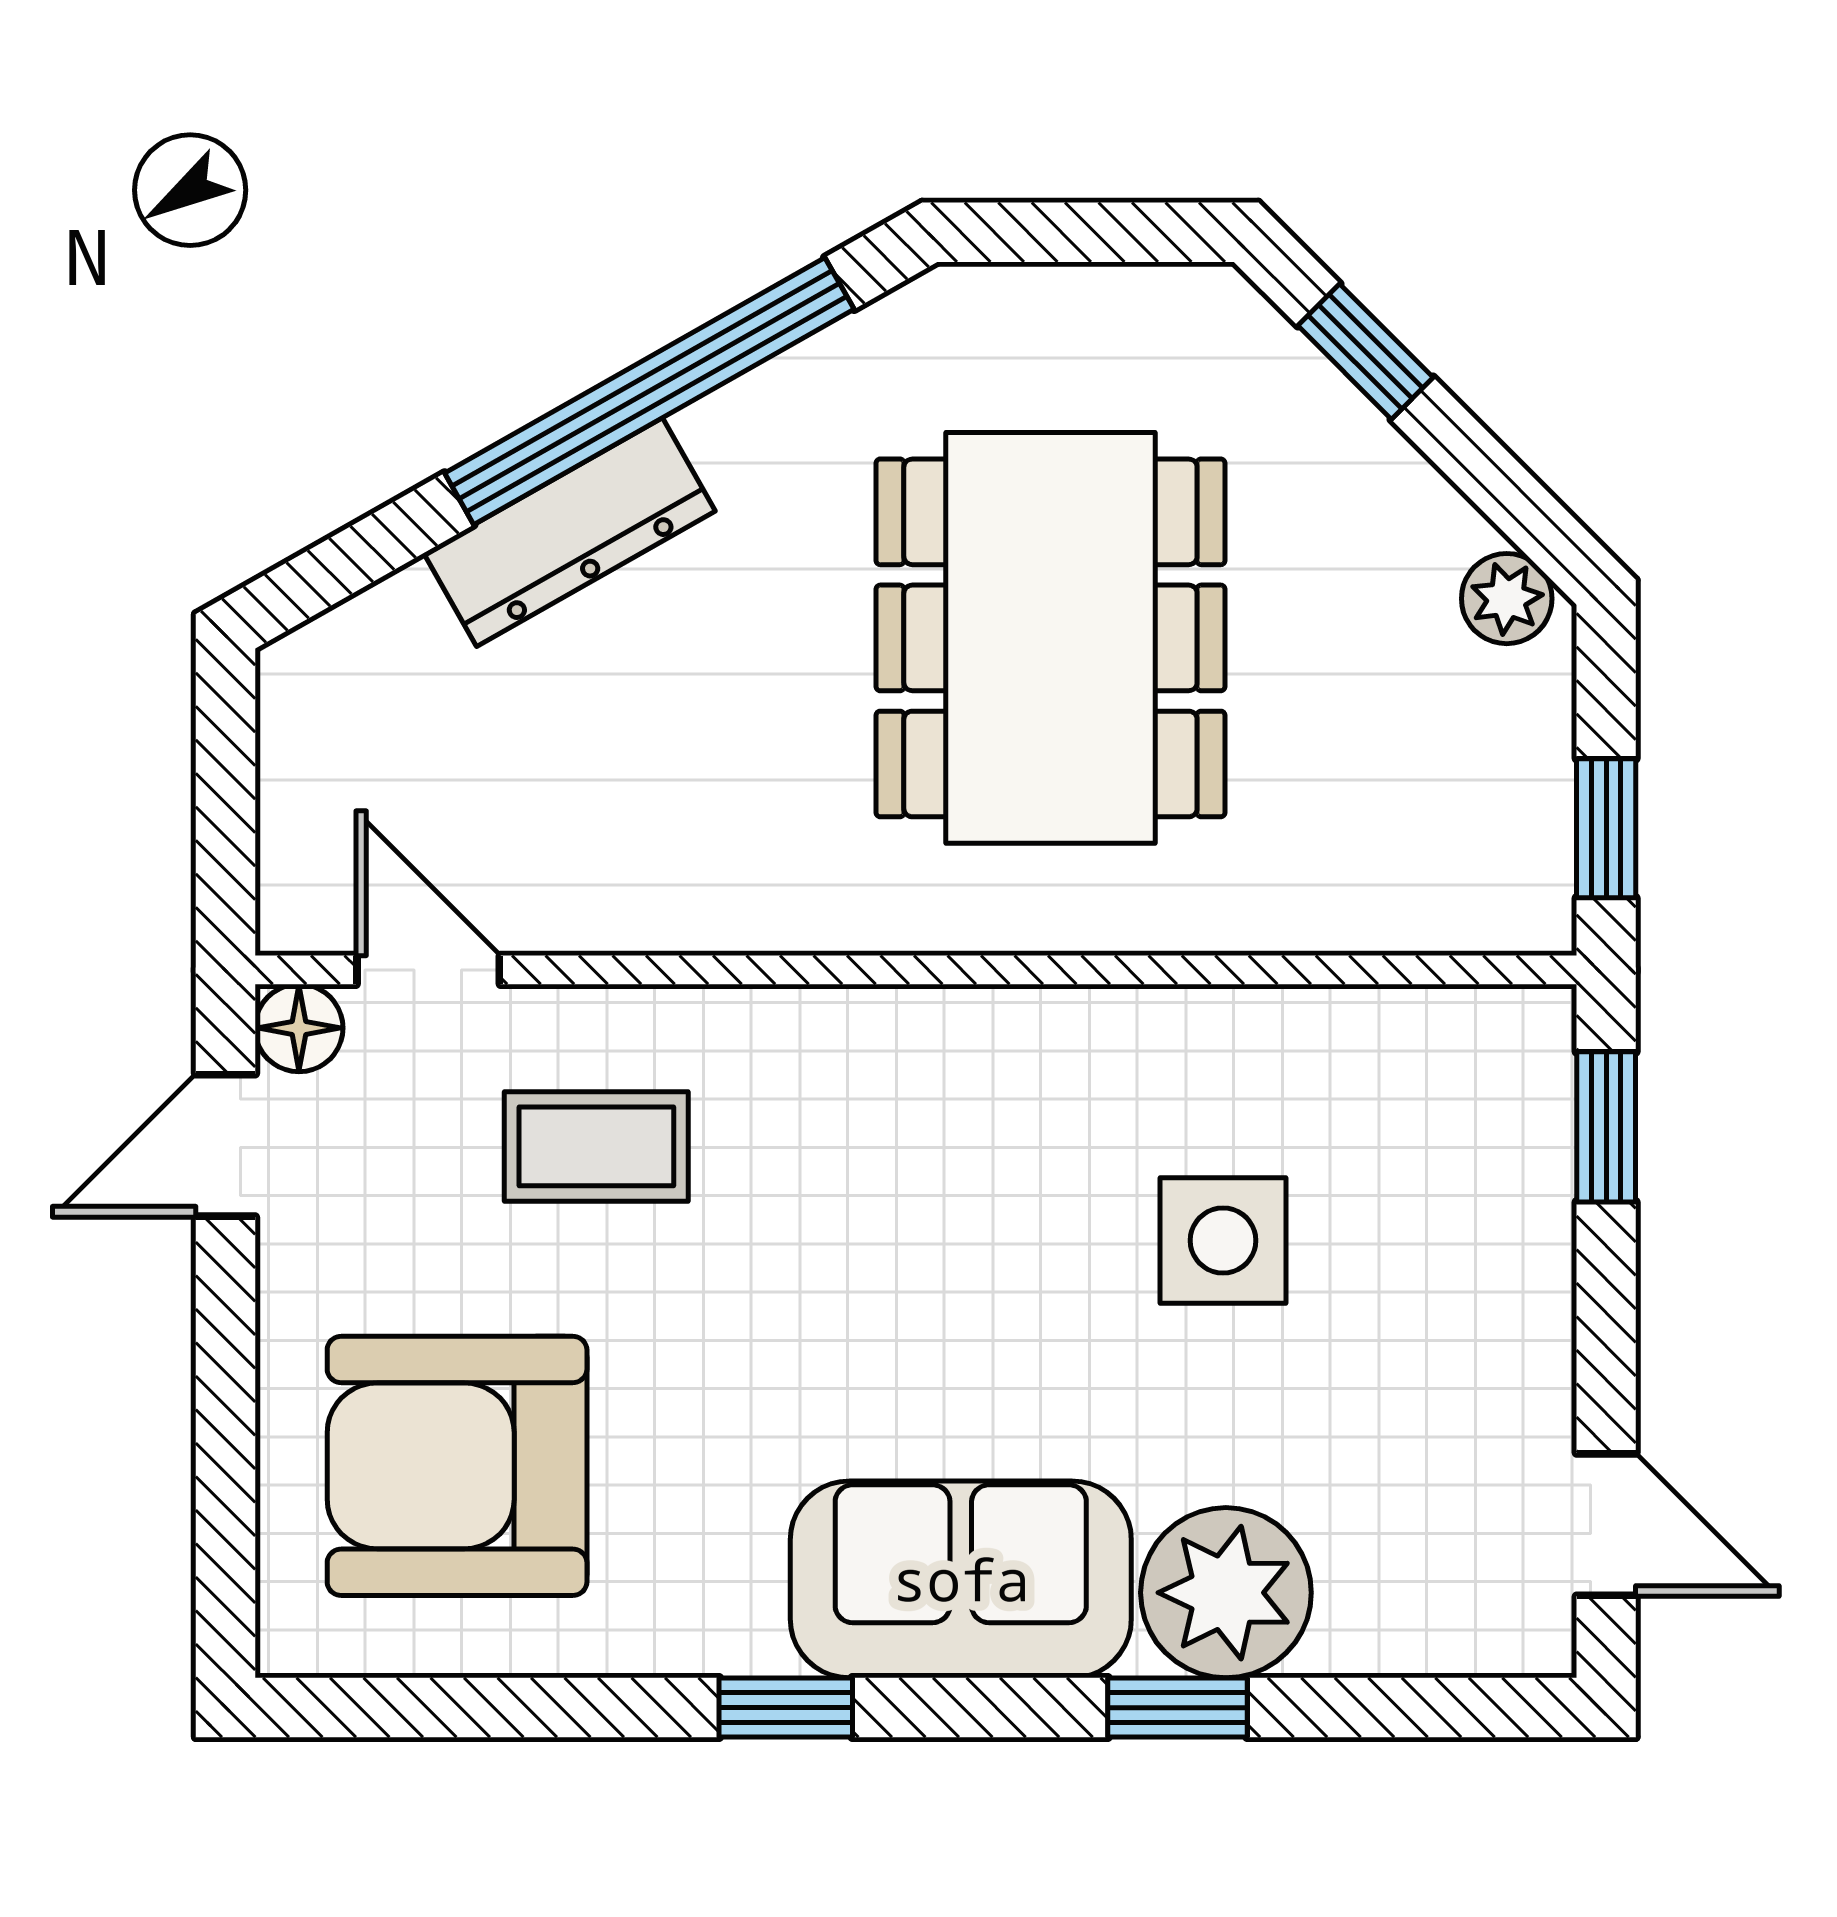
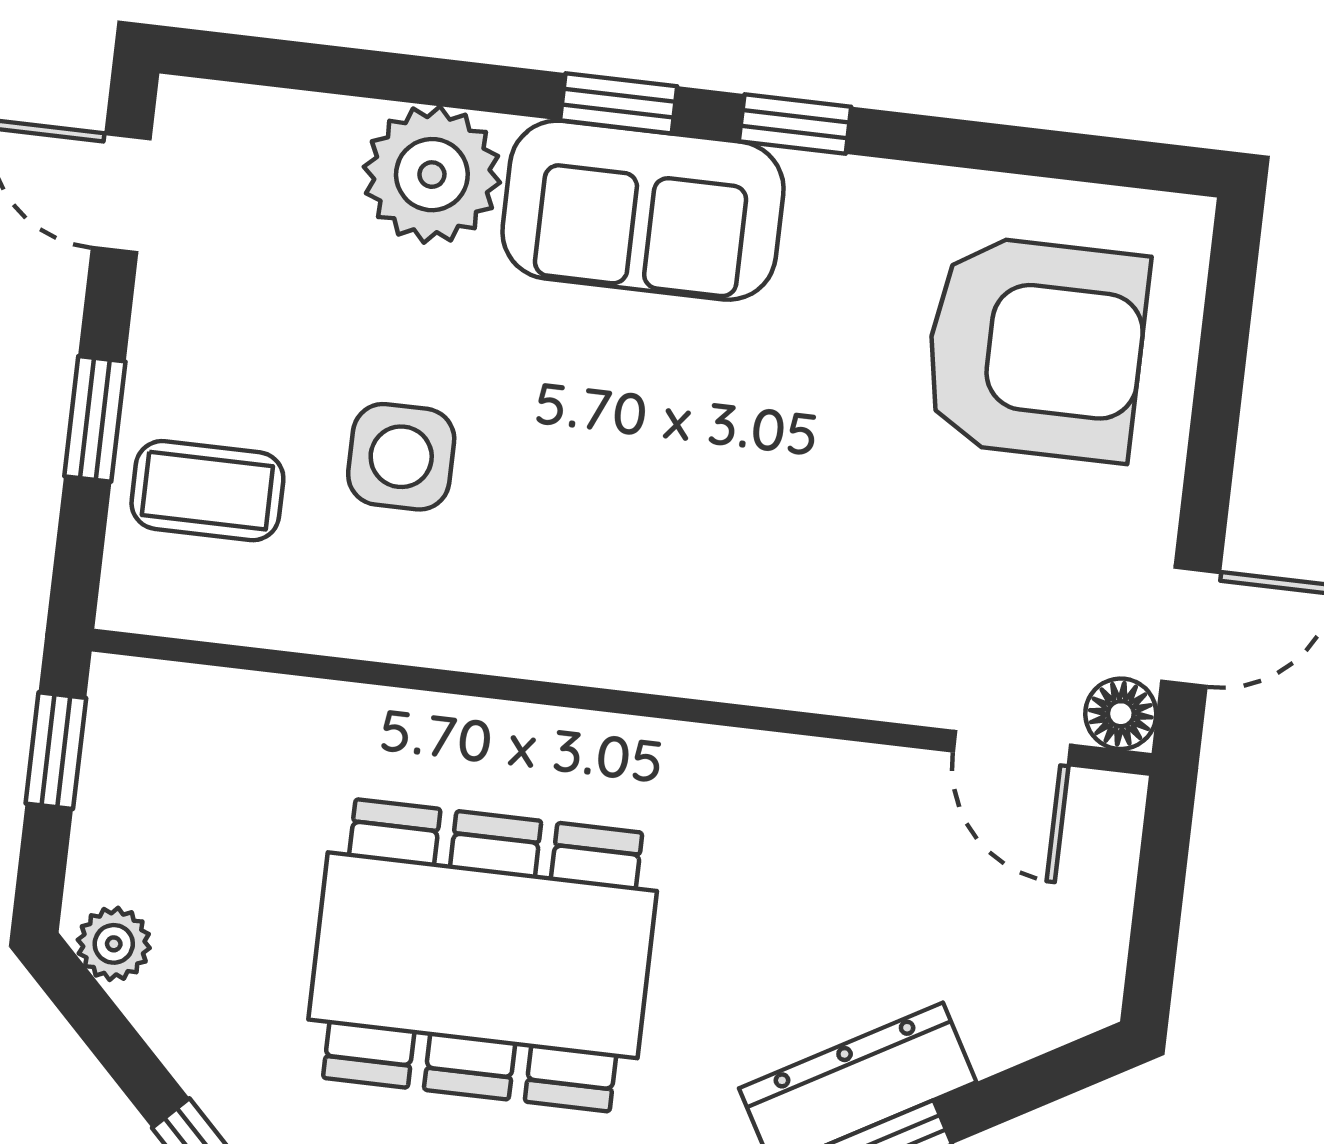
dining table: (1050, 638) -> (483, 955), turned 90
window: (1606, 1127) -> (95, 419), moved
coffee table: (596, 1146) -> (207, 491), moved
window: (1177, 1708) -> (619, 103), moved

